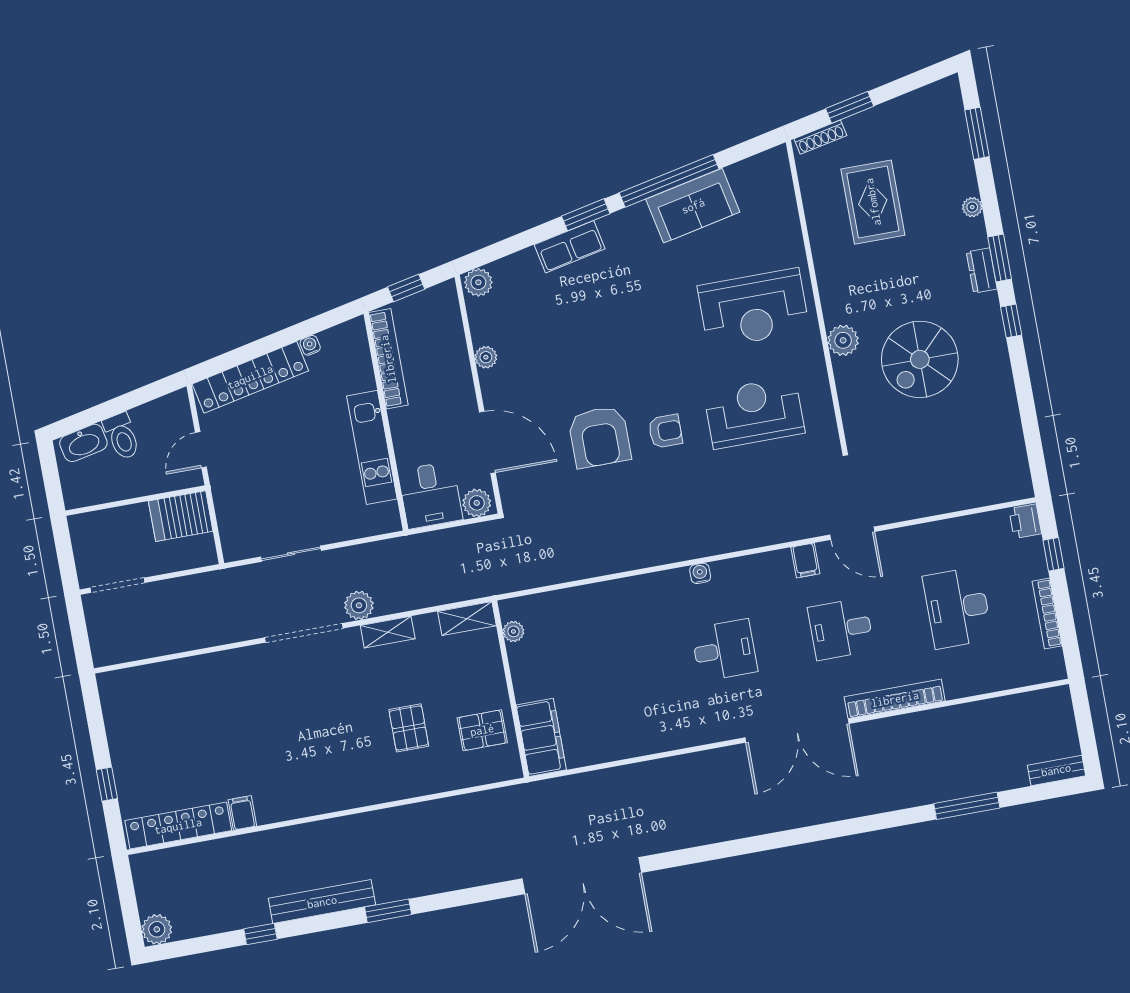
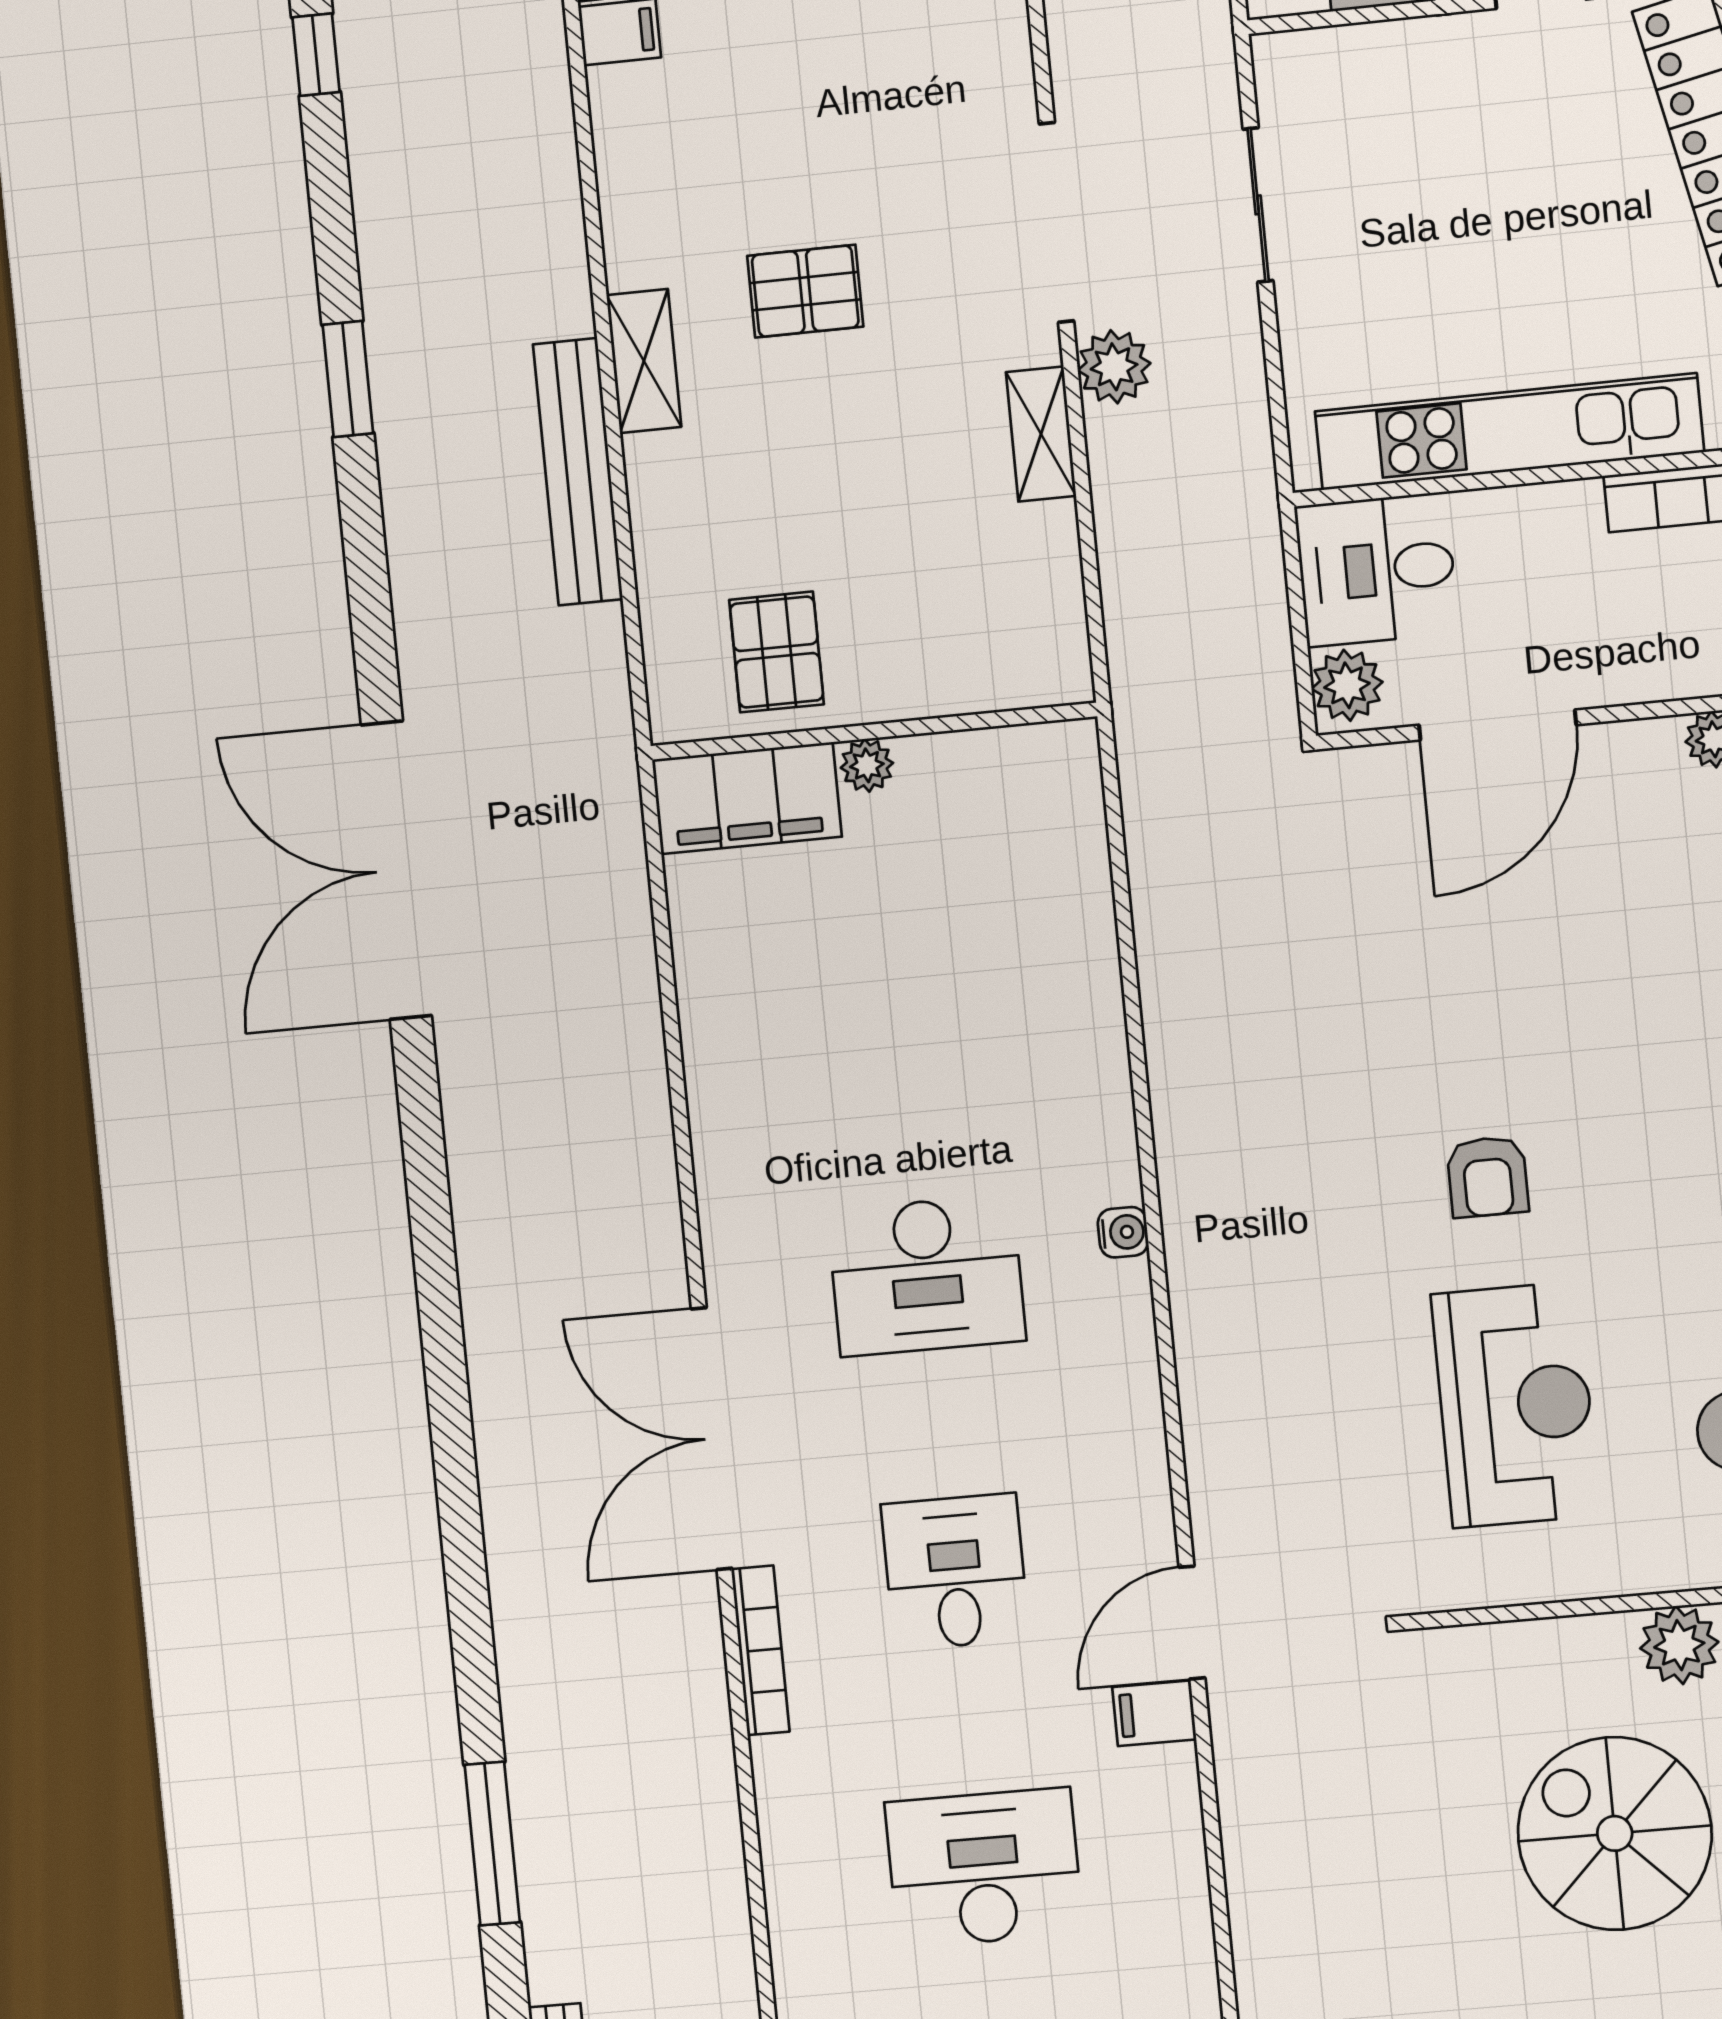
armchair: (599, 437) -> (1487, 1009), removed
kitchen unit: (372, 447) -> (1509, 432), width x1.36
filing cabinet: (805, 560) -> (1154, 1713), moved
shelving: (467, 619) -> (644, 361), moved
plant: (513, 631) -> (867, 765), moved
desk: (724, 650) -> (926, 1275), width x1.37
bookcase: (895, 699) -> (760, 1650), width x0.68, depth x0.76
pallet: (409, 728) -> (805, 291), moved
bench: (322, 902) -> (578, 472), moved

